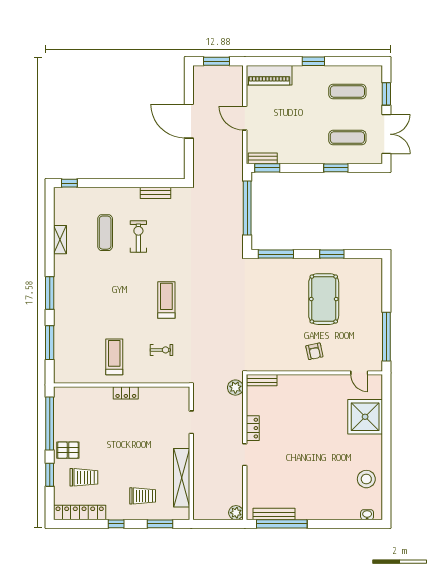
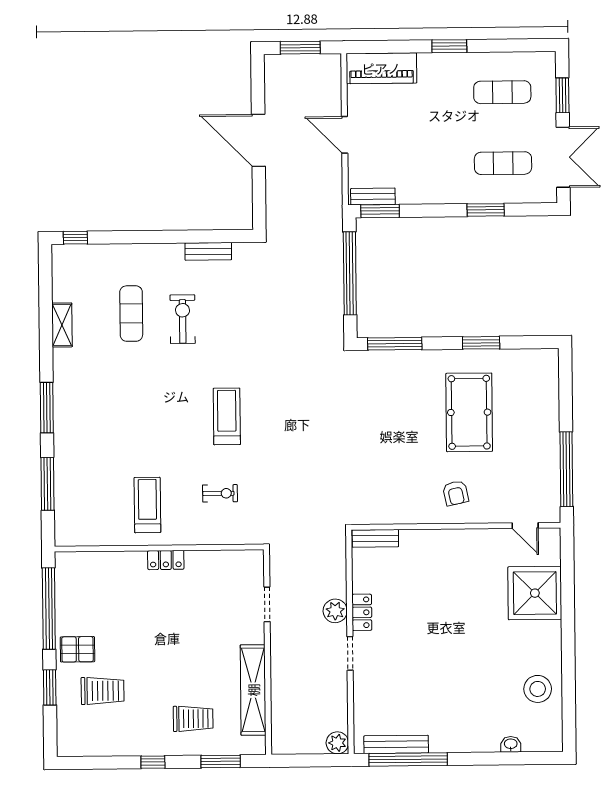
plant: (235, 388) -> (335, 611), moved
locker: (80, 512) -> (97, 745), removed
washbasin: (367, 515) -> (511, 744), moved

